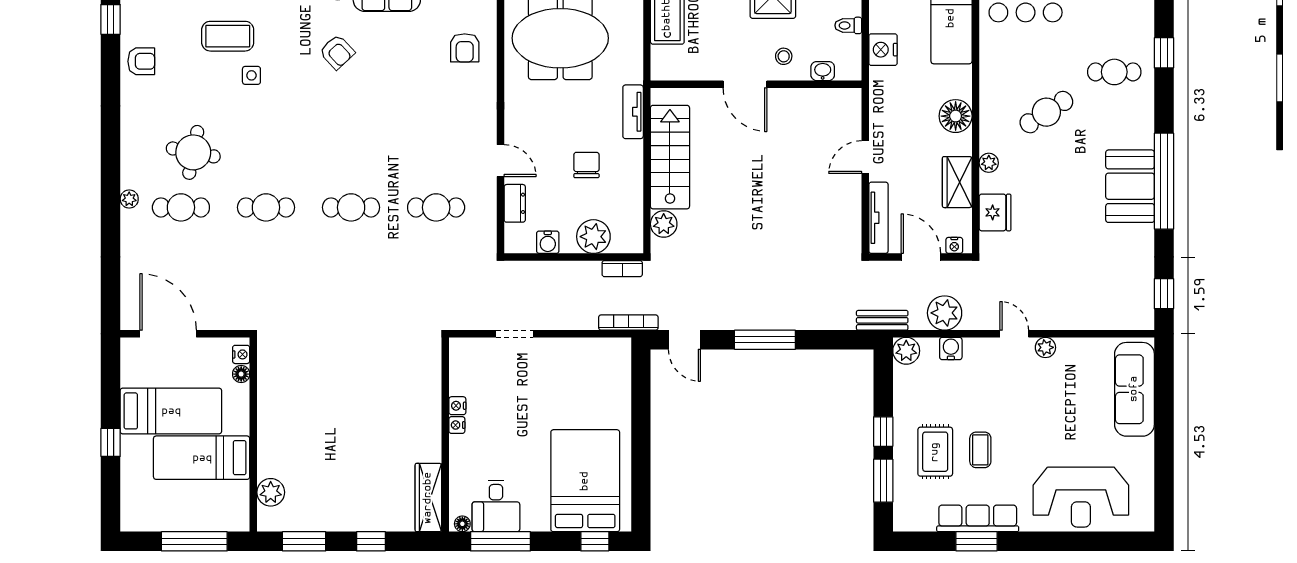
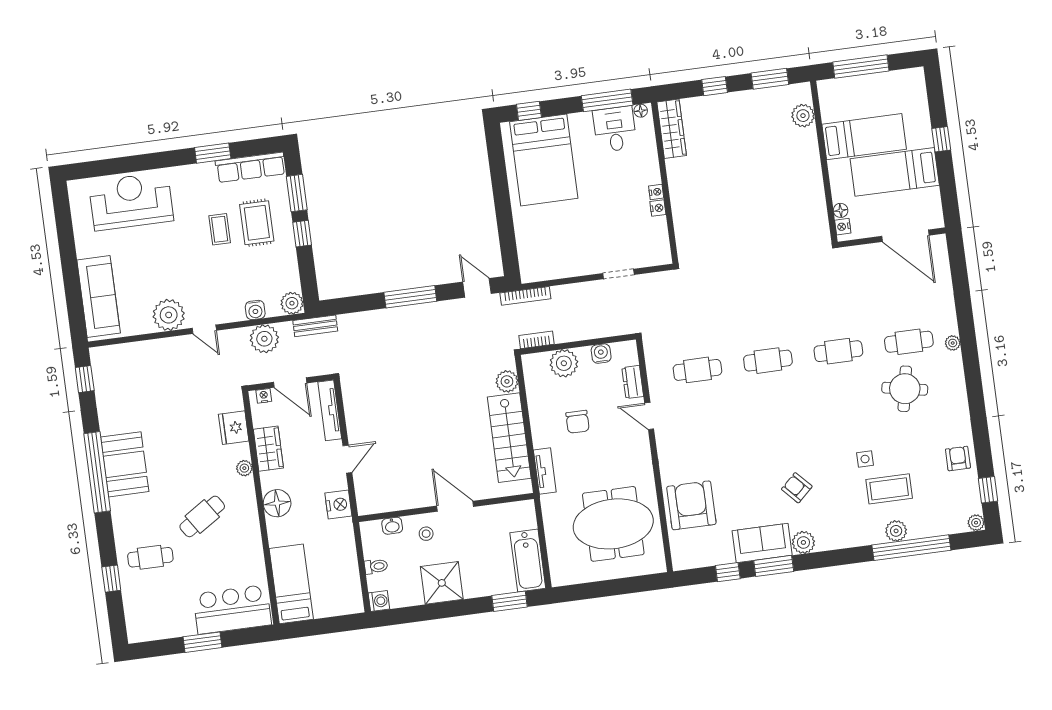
armchair: (465, 48) -> (691, 505), width x1.88, depth x1.88
nightstand: (883, 50) -> (338, 504), moved
armchair: (141, 61) -> (958, 459), turned 90
plant: (1045, 347) -> (169, 315), width x1.88, depth x1.88
row of seats: (978, 518) -> (251, 167), moved

